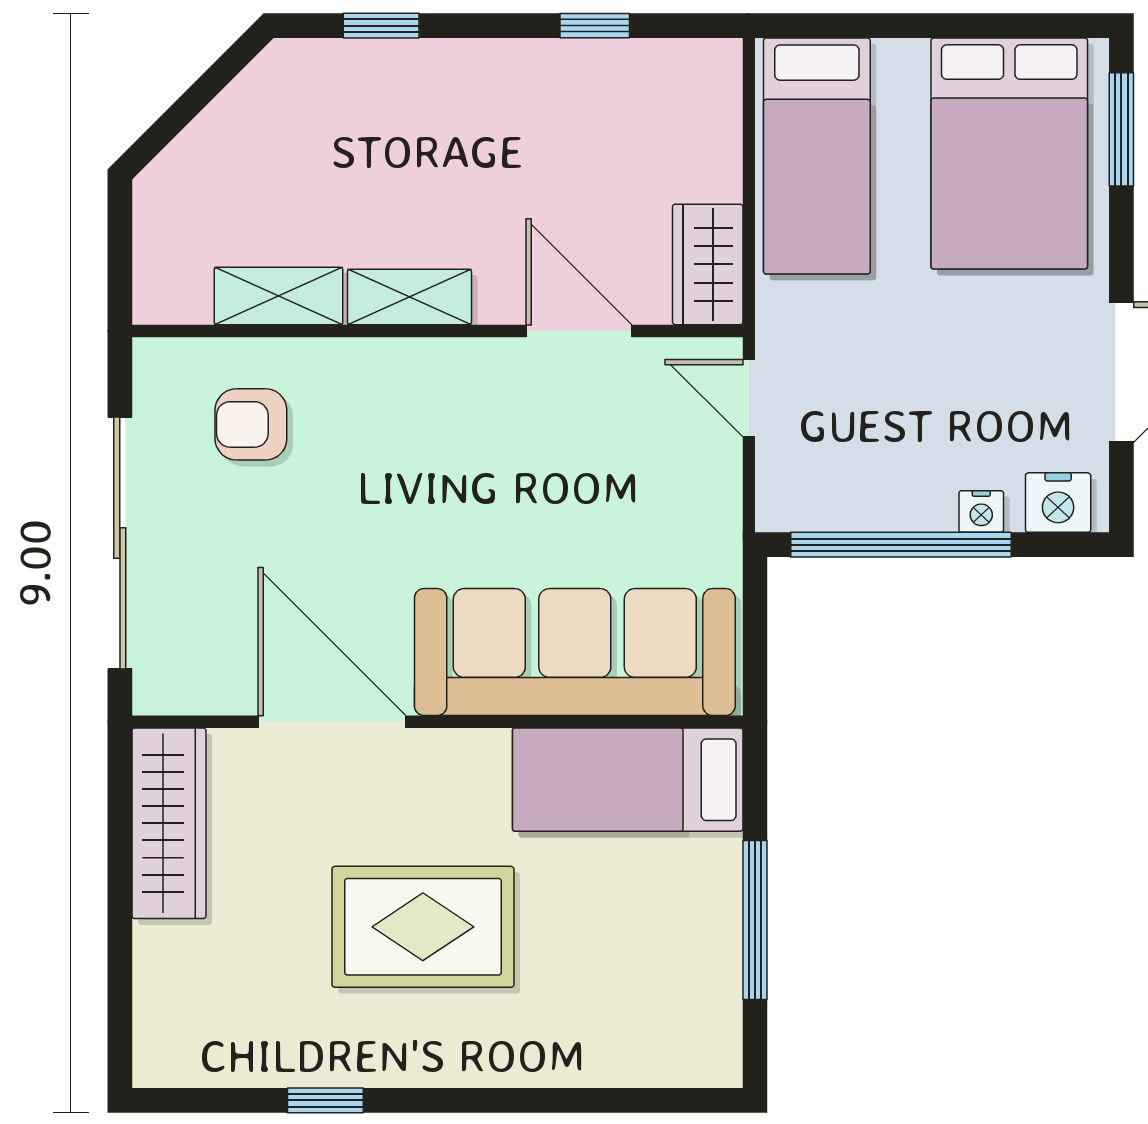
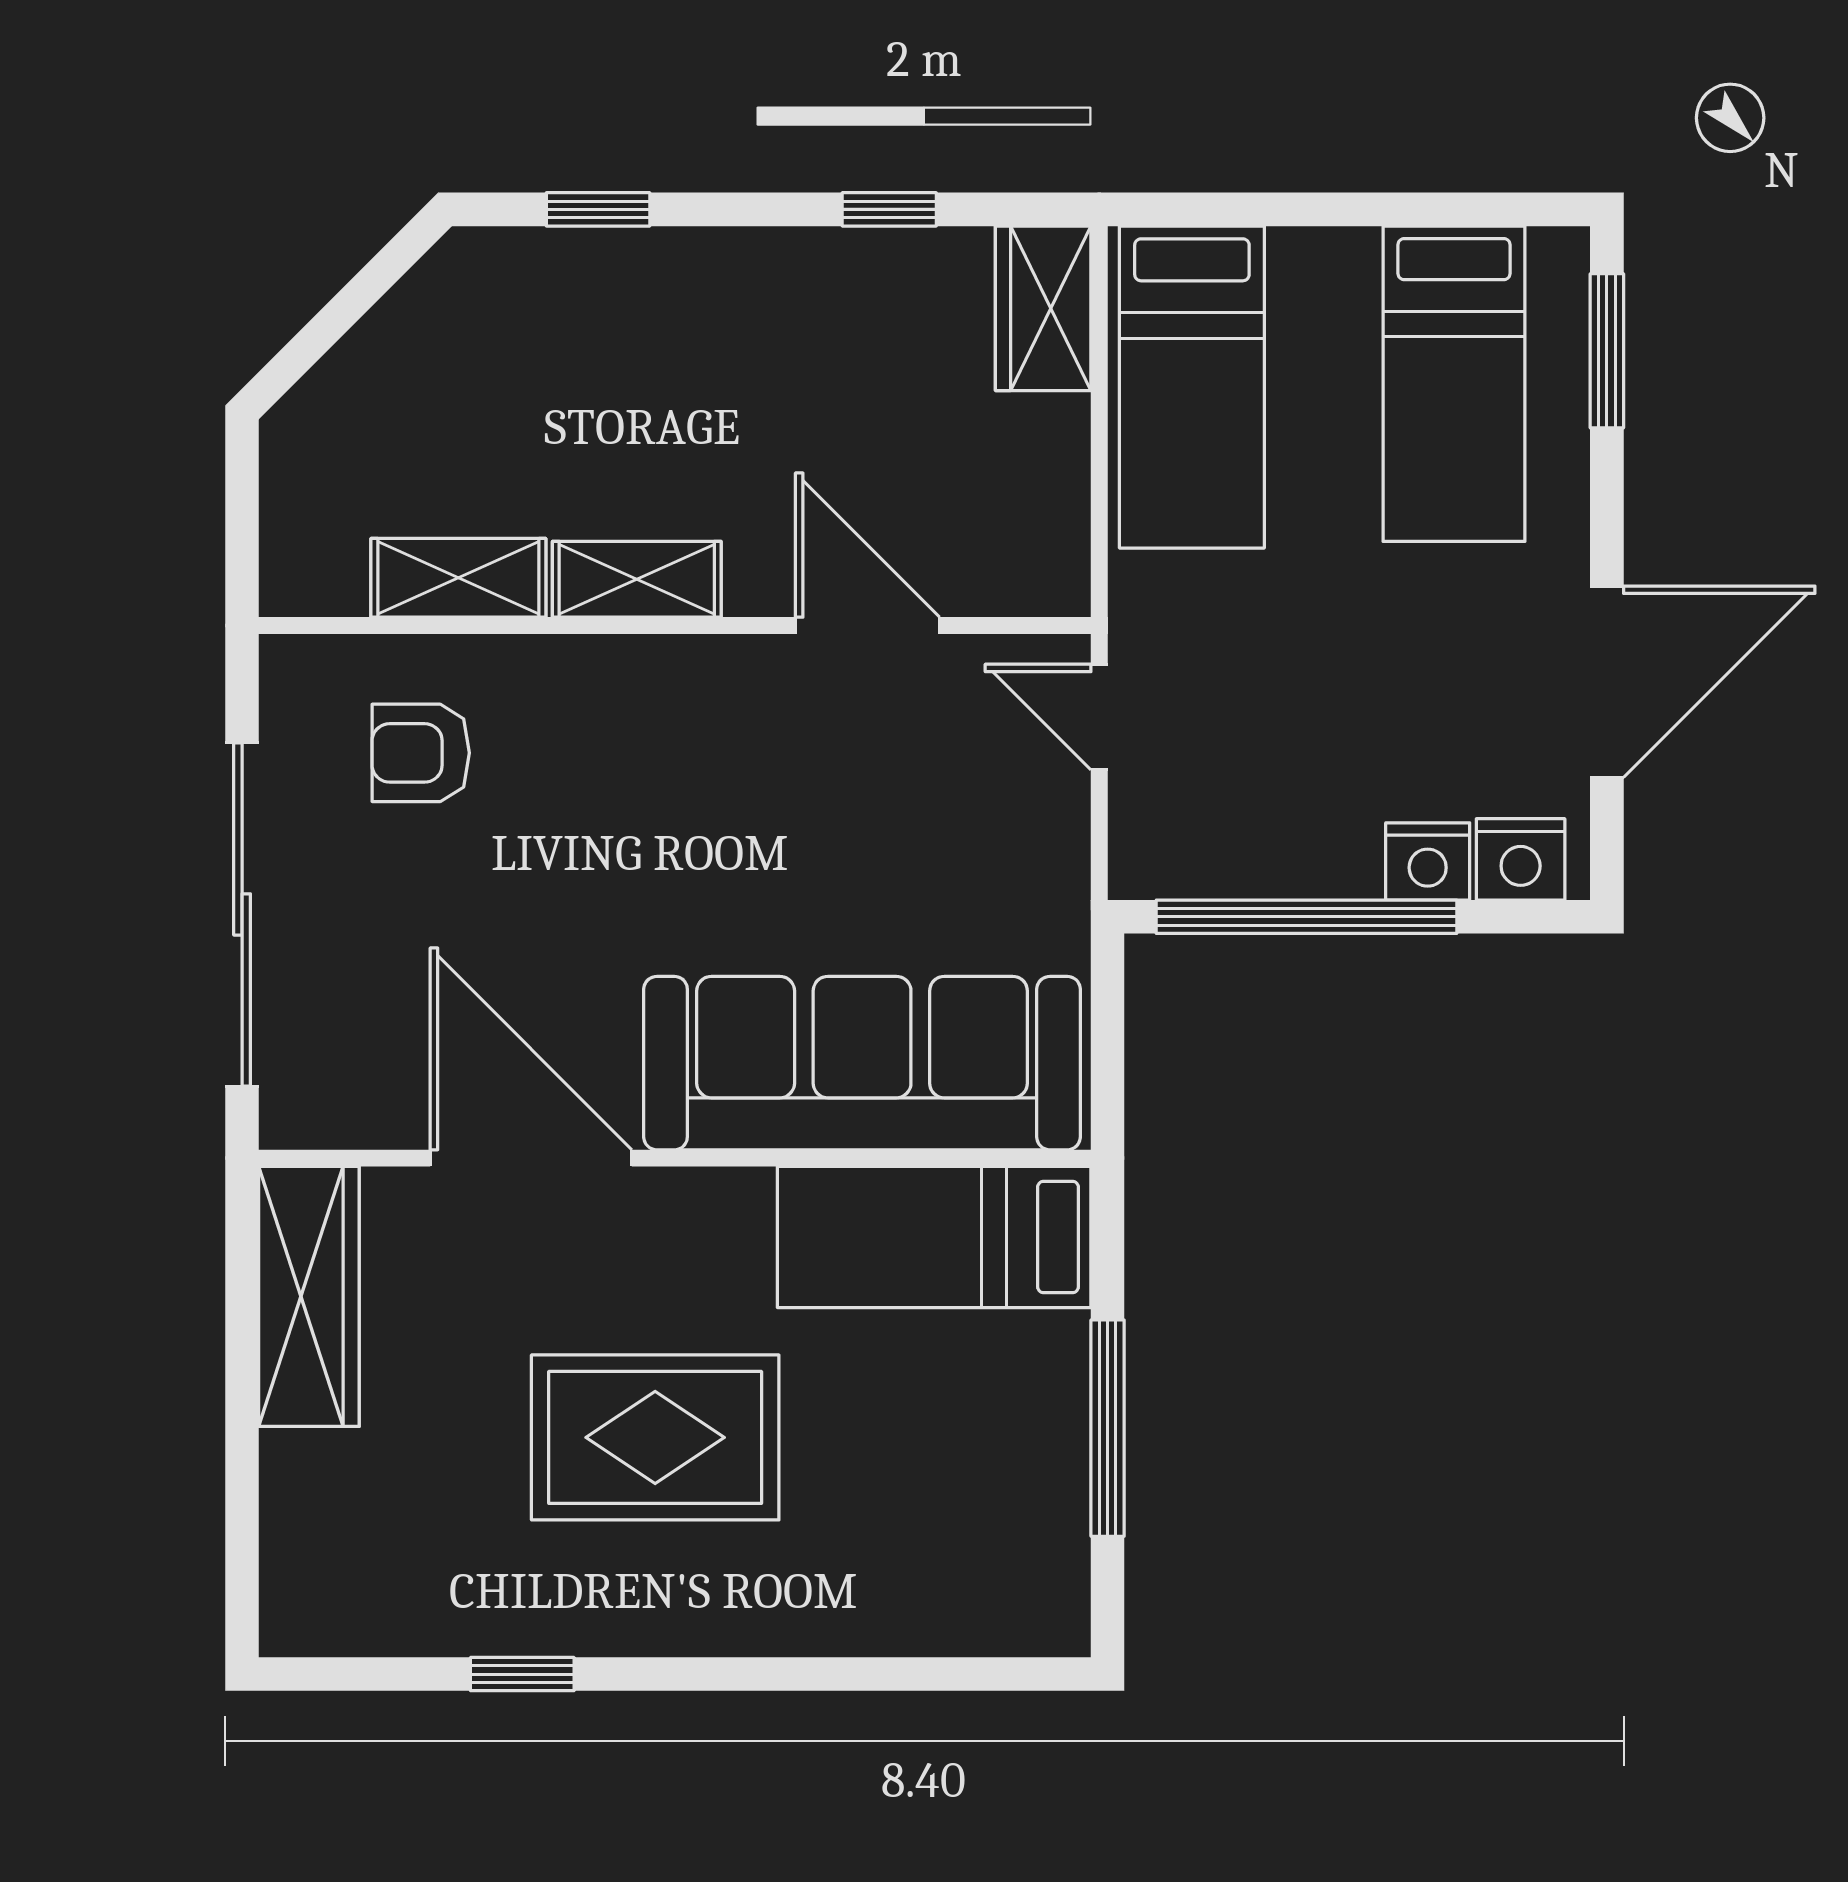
bed: (1009, 153) -> (1454, 384), width x0.67
wardrobe: (708, 264) -> (1043, 308), moved
nightstand: (981, 511) -> (1428, 861), width x1.39, depth x1.35

